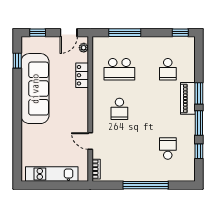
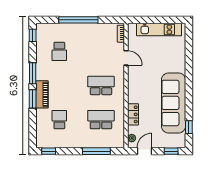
school desk: (119, 109) -> (101, 85), width x1.85
window: (199, 151) -> (33, 35), moved

